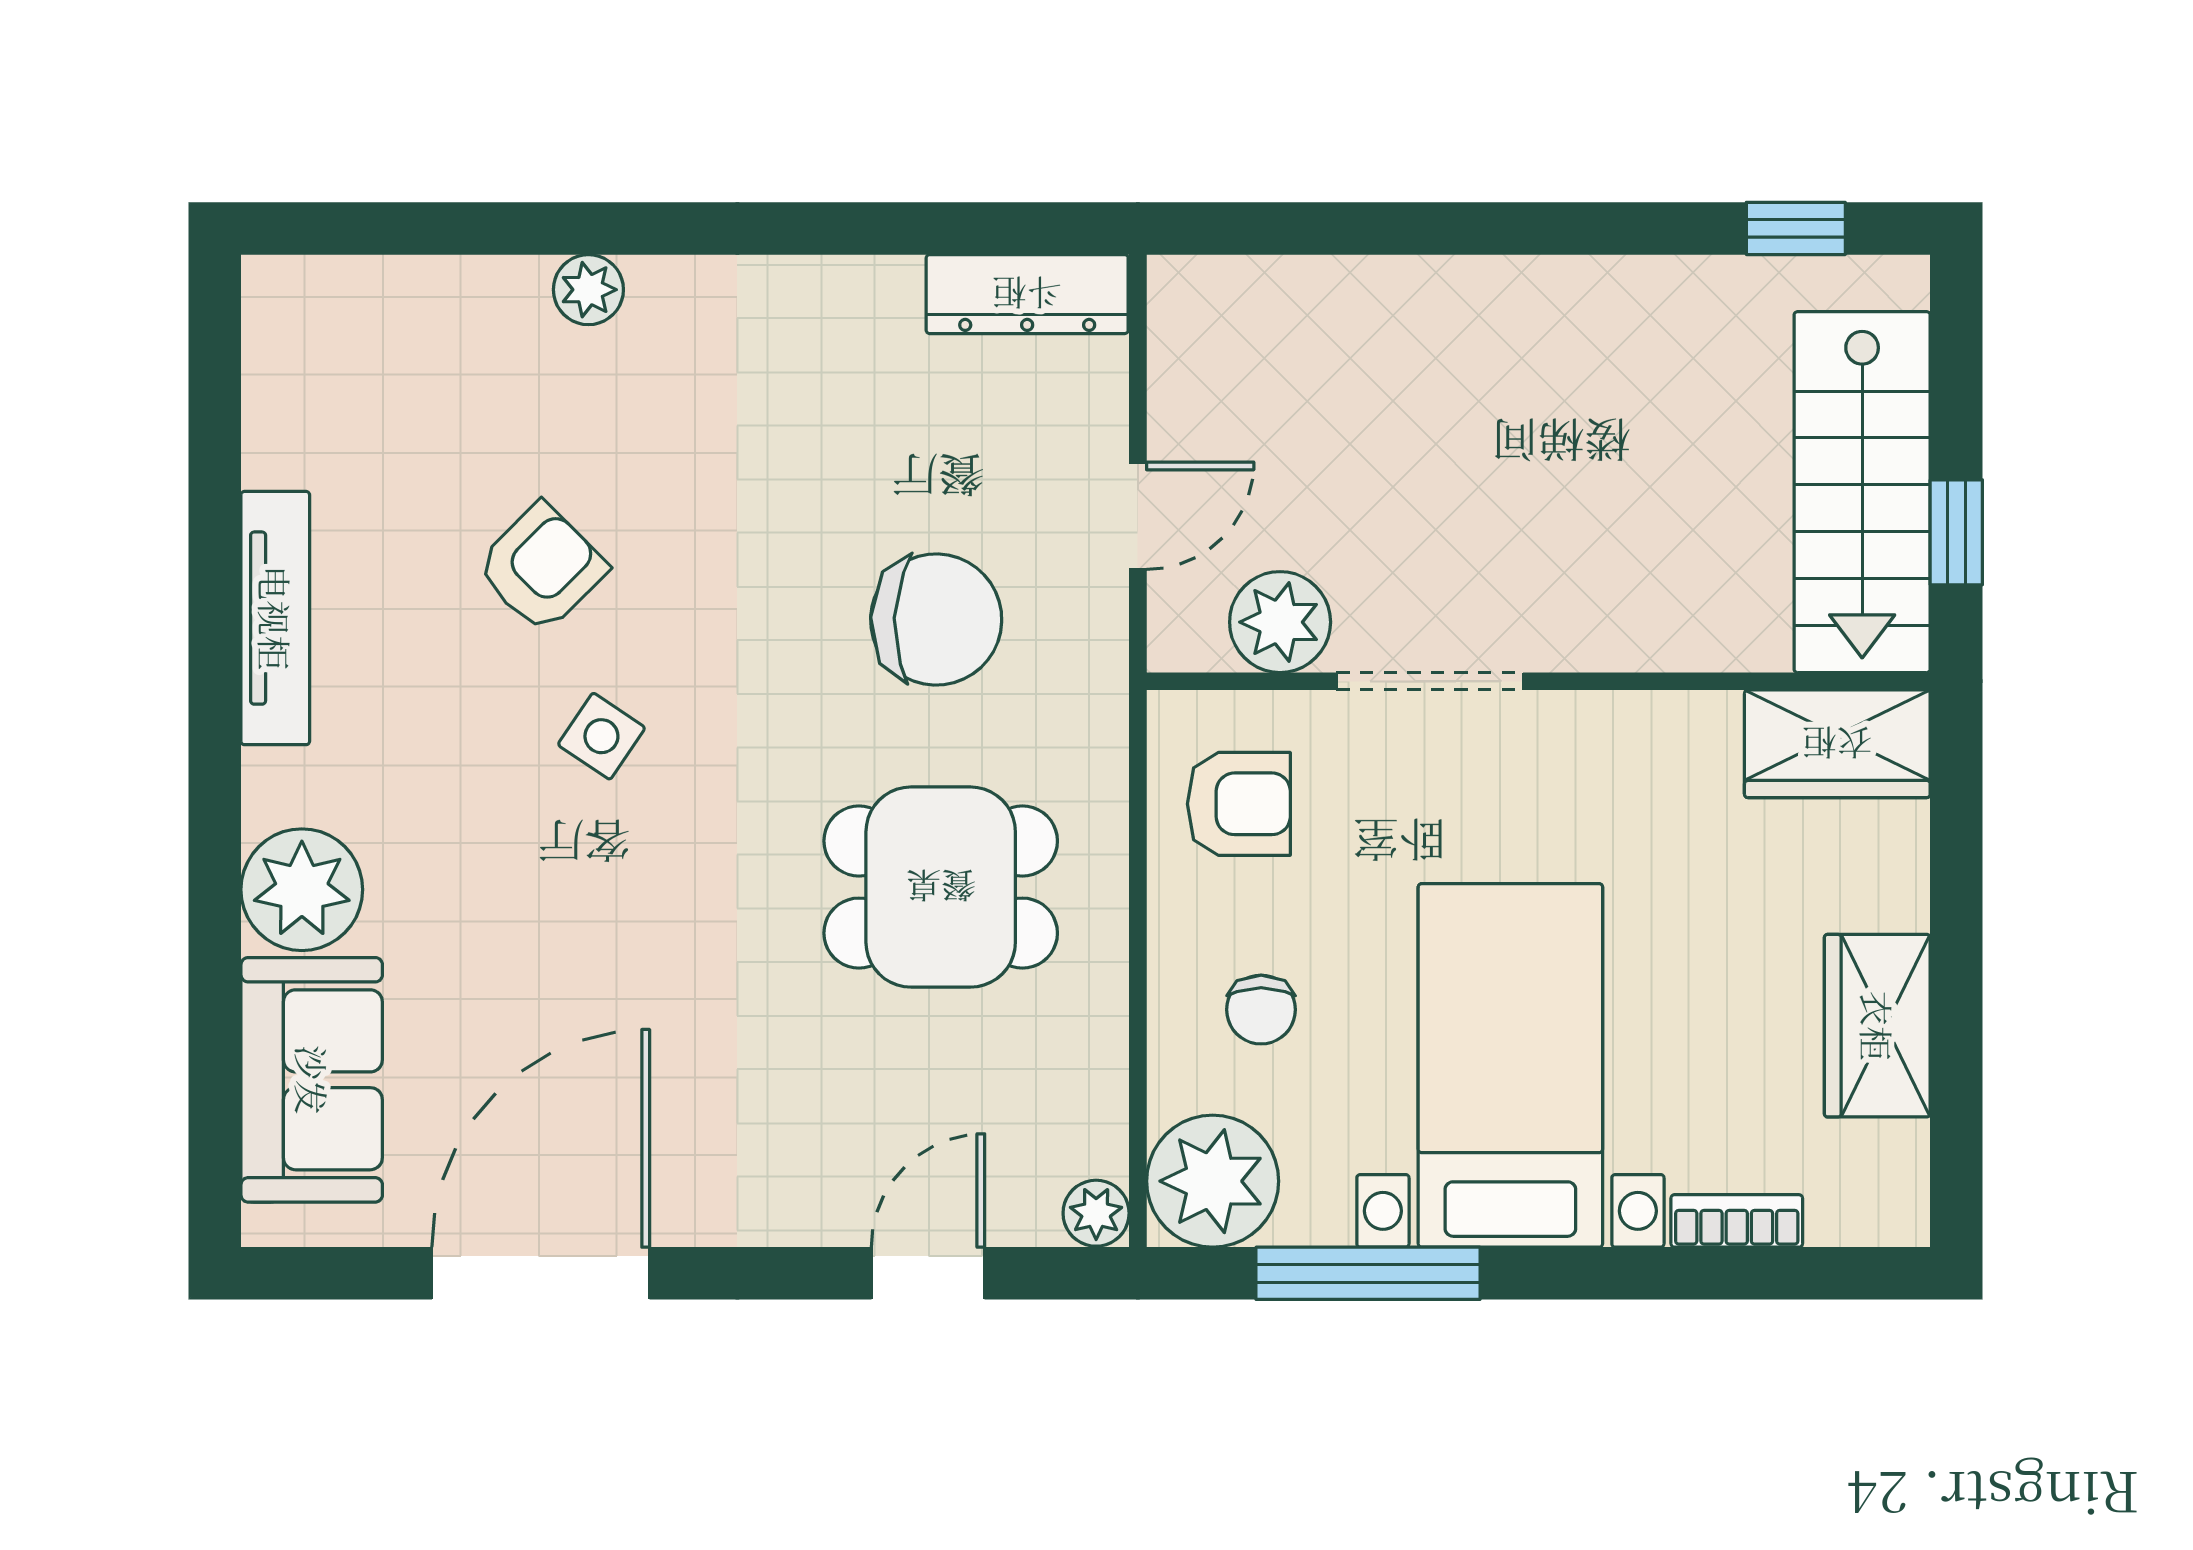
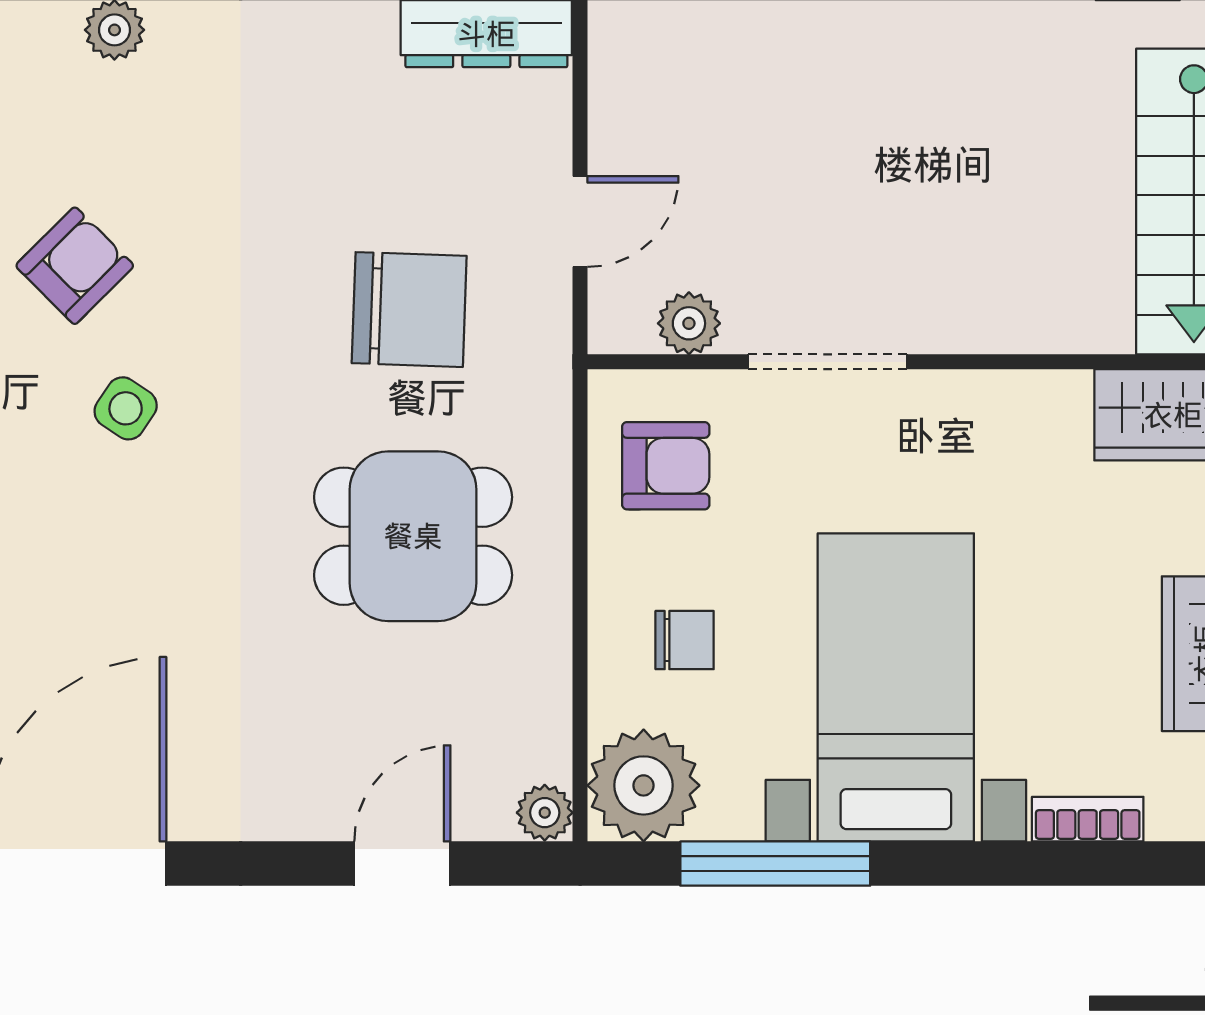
plant: (1280, 622) -> (689, 323), width x0.73, depth x0.73
chair: (1261, 1010) -> (685, 640), turned -90

